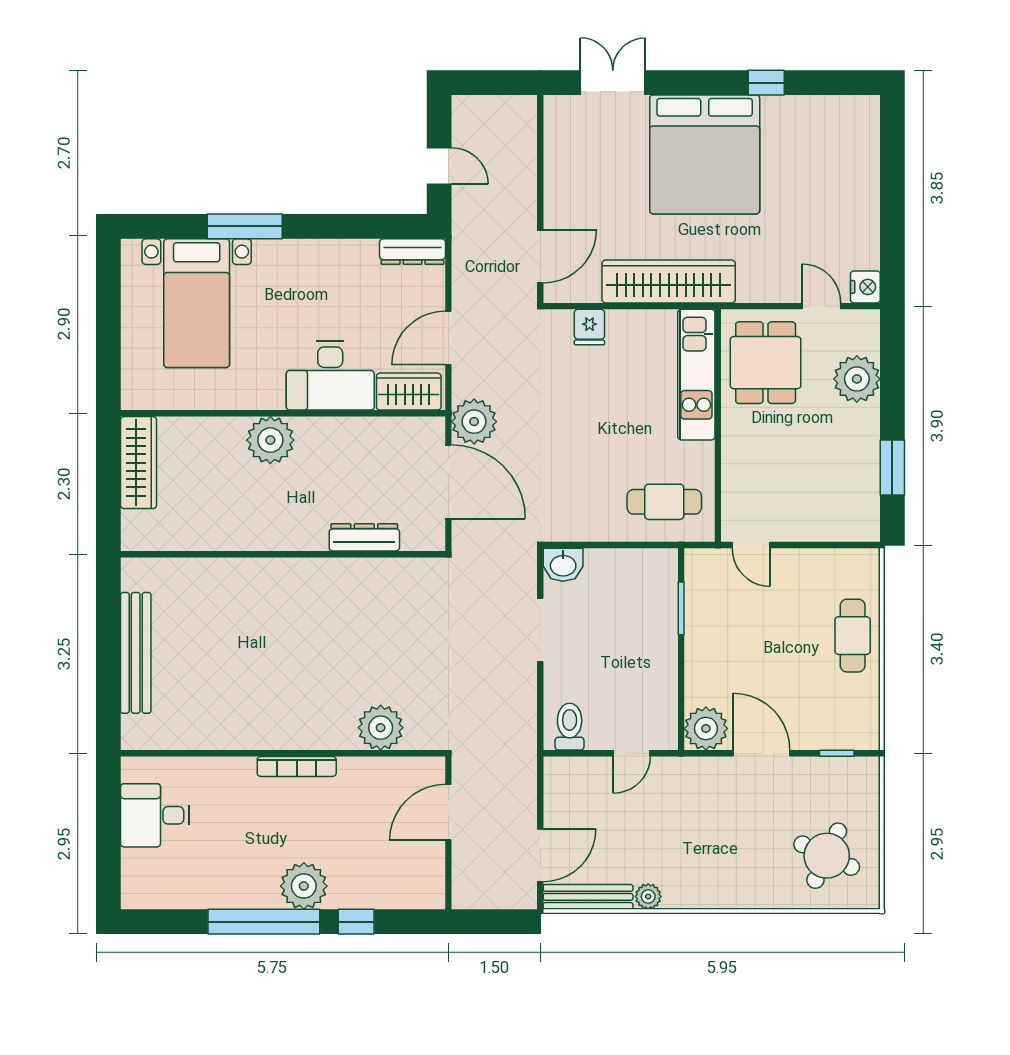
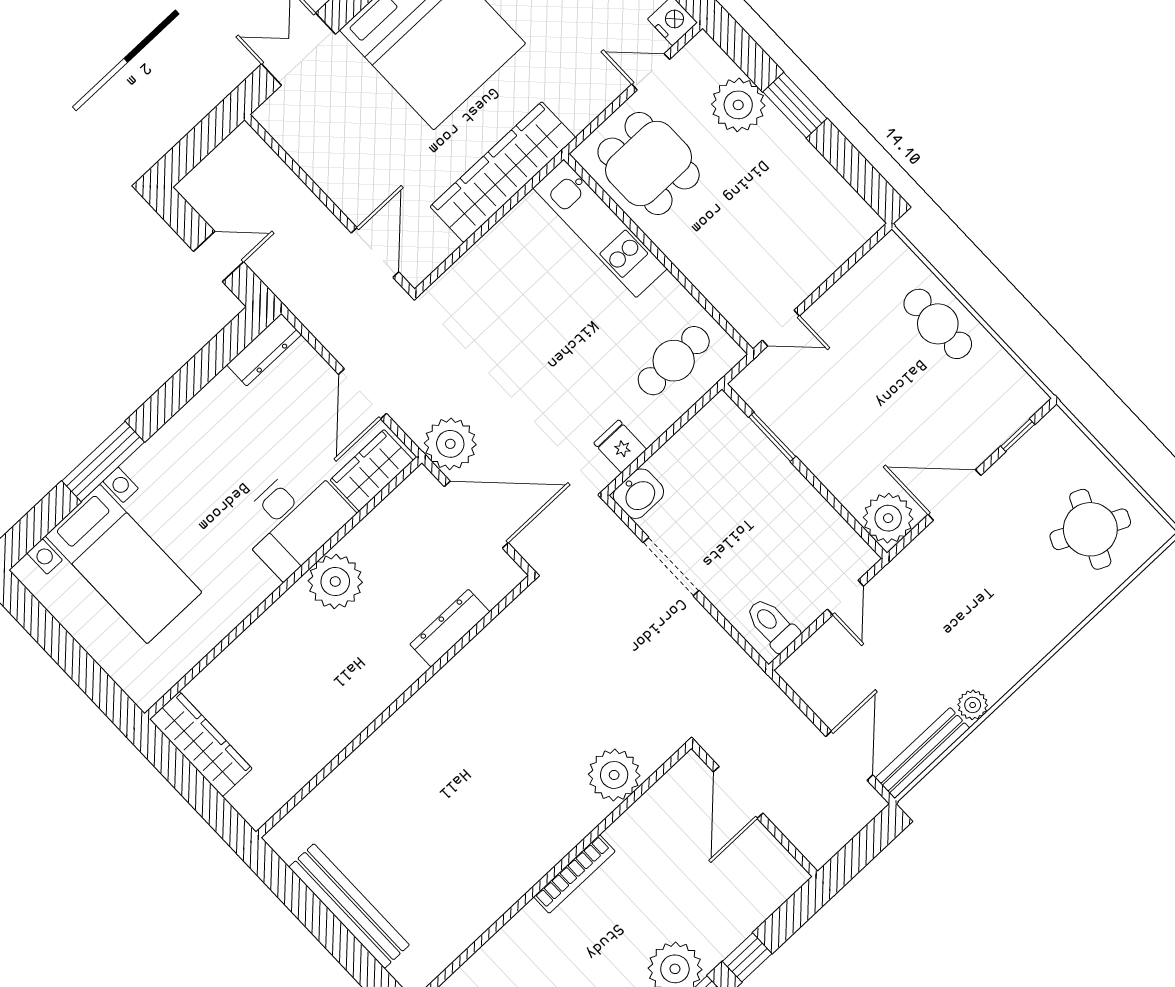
fridge: (589, 327) -> (620, 446), moved, turned 180
plant: (270, 440) -> (335, 582), moved
window: (892, 467) -> (795, 105), moved

